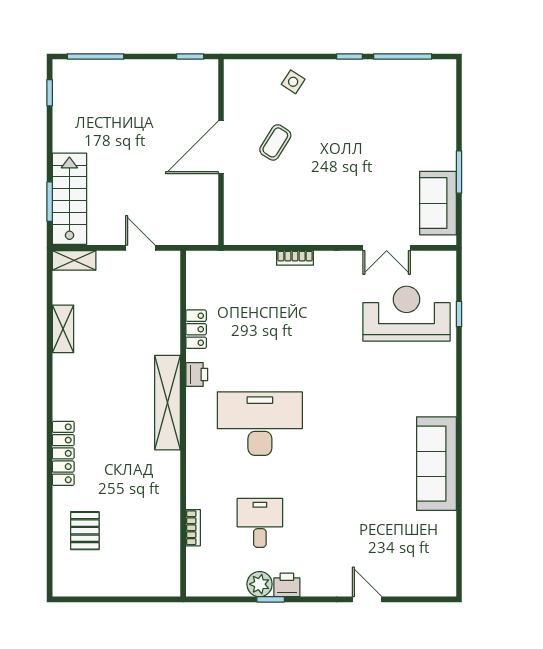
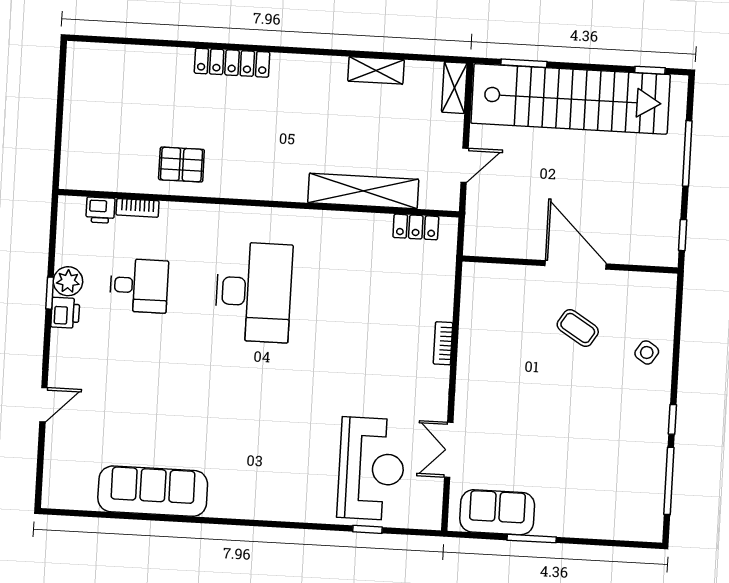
window: (96, 56) -> (687, 153), moved
stairs: (69, 199) -> (571, 99), width x1.86, depth x1.51
locker: (196, 329) -> (416, 227), moved
printer: (197, 375) -> (100, 210), moved
shelving: (168, 403) -> (363, 191), moved
sofa: (436, 464) -> (153, 491), moved
pallet: (85, 531) -> (181, 165), moved

